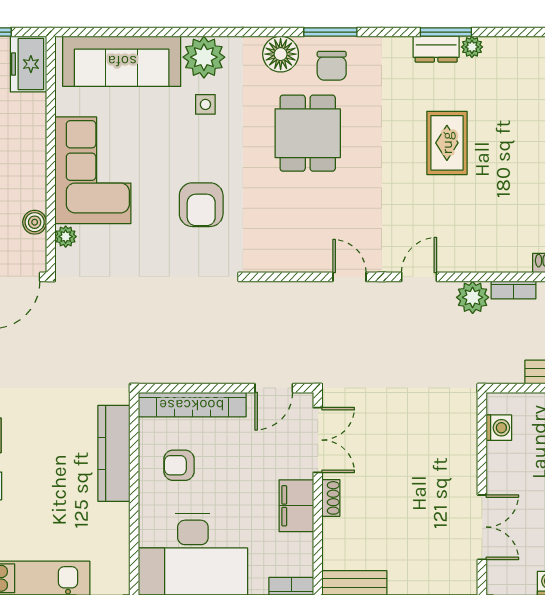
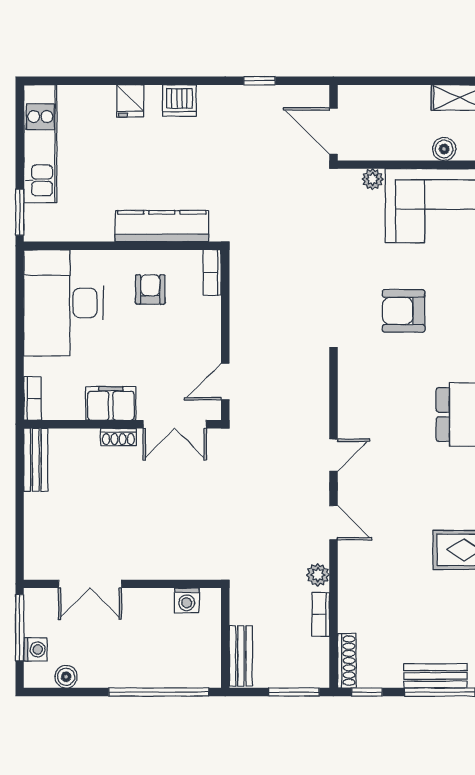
boiler: (35, 222) -> (444, 149), moved
plant: (473, 297) -> (318, 575), width x0.73, depth x0.73
door: (274, 388) -> (225, 381), hinge flipped
bookcase: (192, 405) -> (212, 272), width x0.43, depth x0.76

